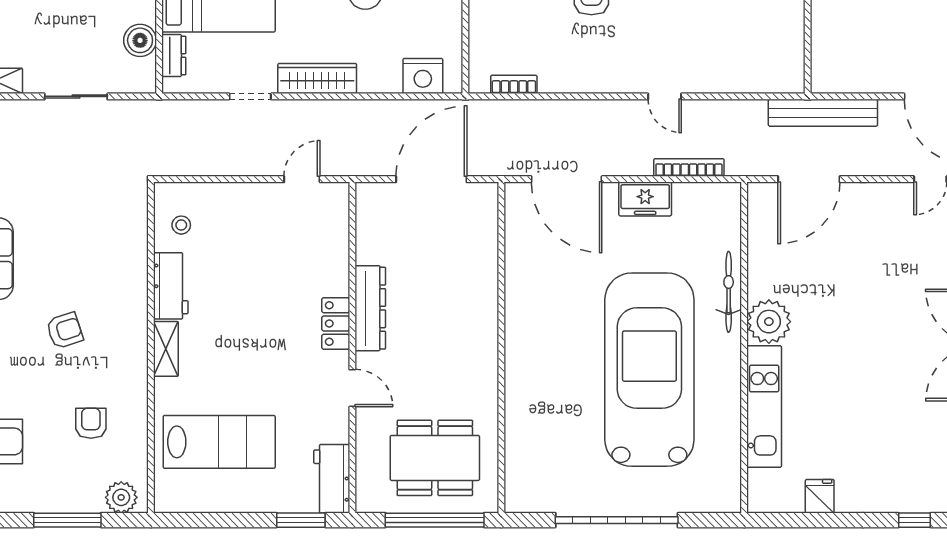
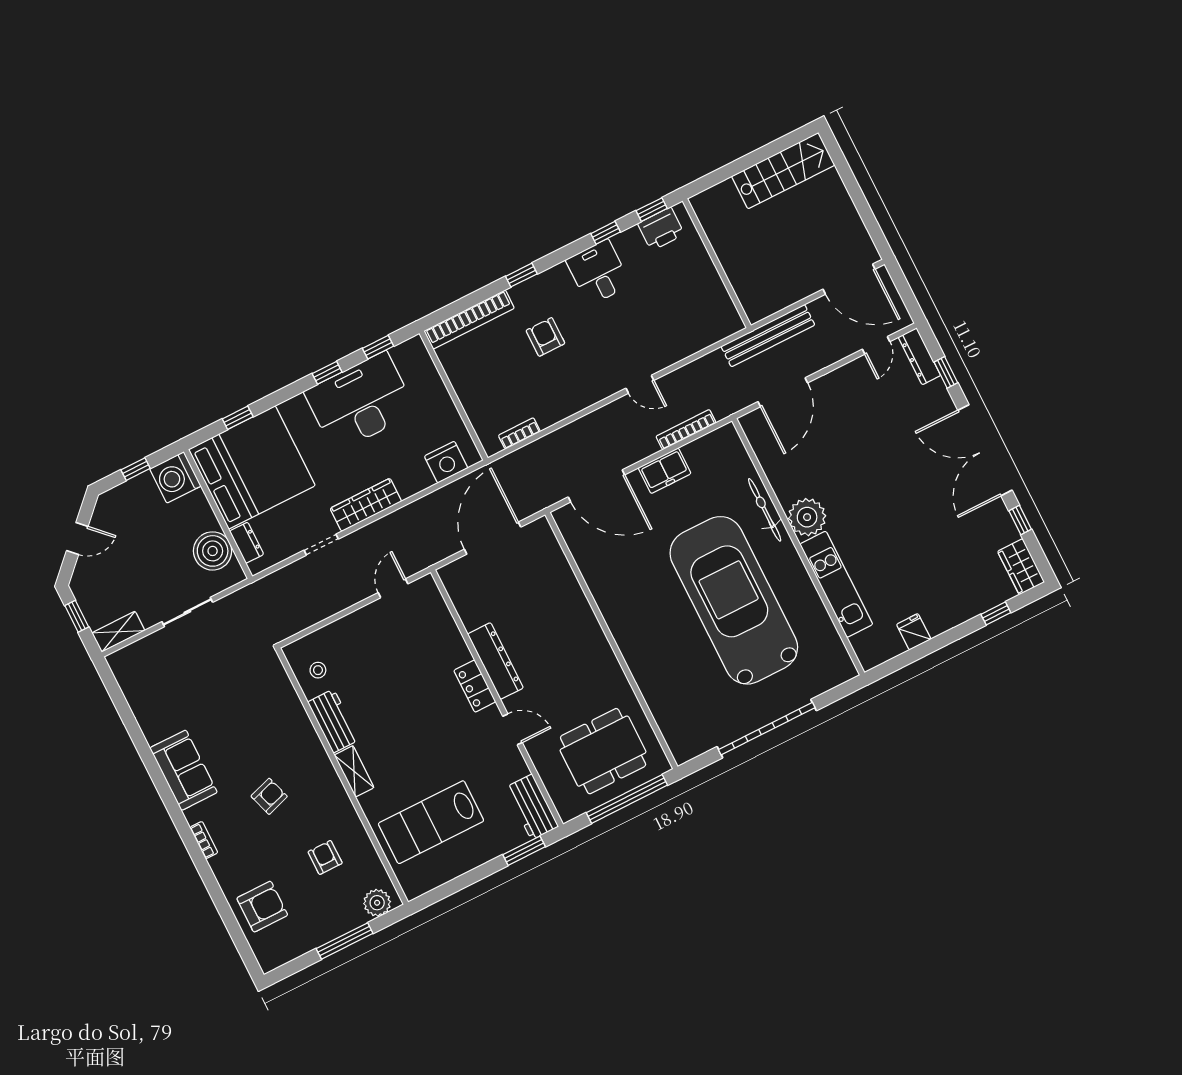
boiler: (140, 40) -> (213, 551), width x1.37, depth x1.37
lab bench: (219, 442) -> (431, 822), turned 180

